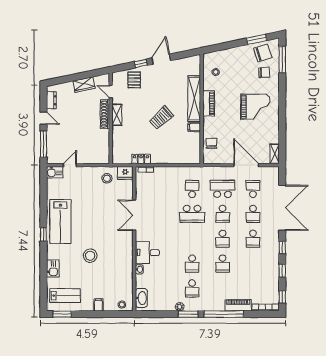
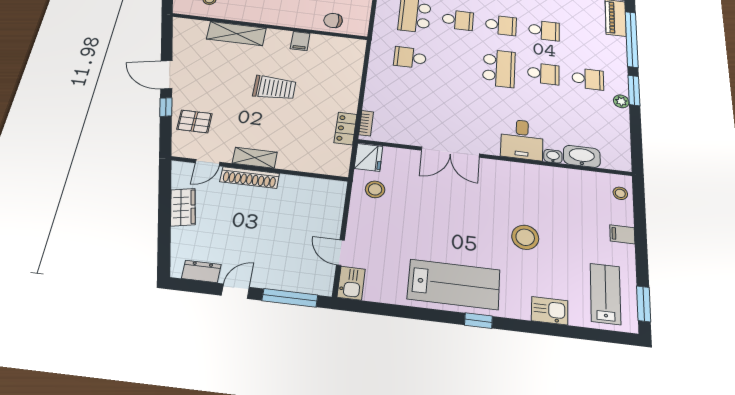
shelving: (194, 99) -> (236, 33), width x0.68
piano: (209, 103) -> (262, 16), removed
trolley: (161, 118) -> (274, 88), turned -48
school desk: (192, 214) -> (499, 68), moved
washbasin: (141, 298) -> (582, 156), moved

